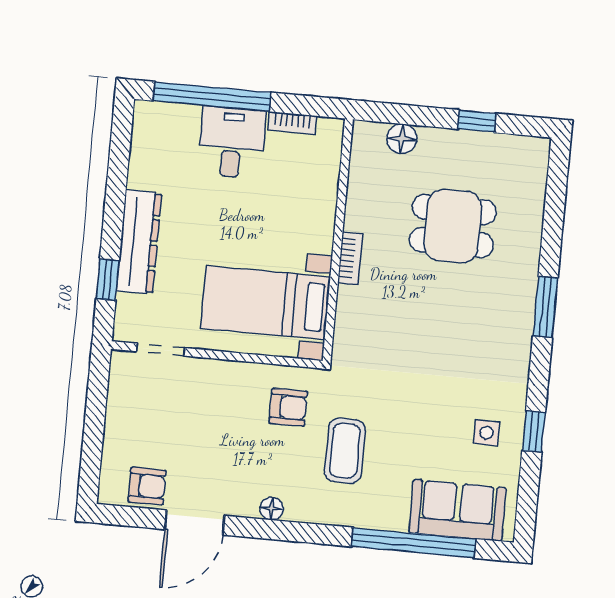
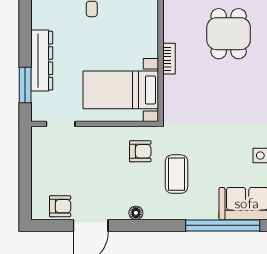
dining table: (453, 226) -> (229, 34), turned 90
window: (108, 280) -> (25, 85), width x1.50

